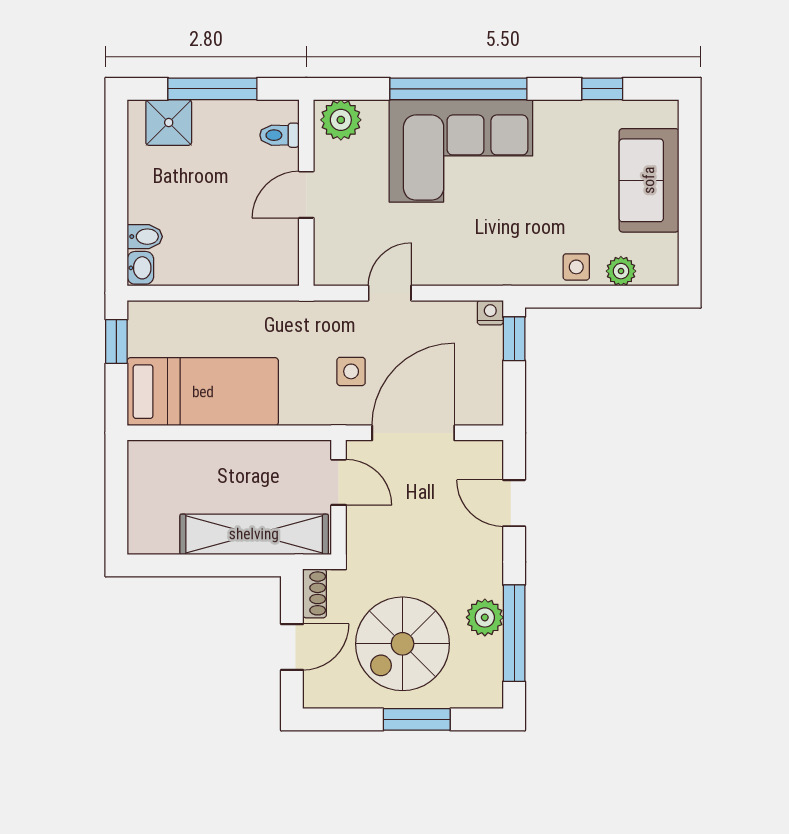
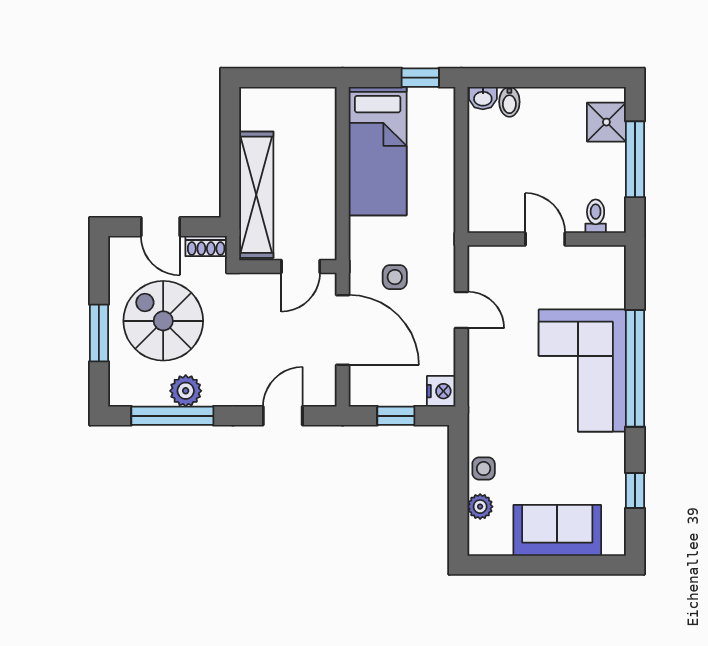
plant: (341, 120) -> (609, 268), removed
nightstand: (490, 313) -> (441, 391), width x1.39, depth x1.35
window: (514, 339) -> (396, 416), moved

